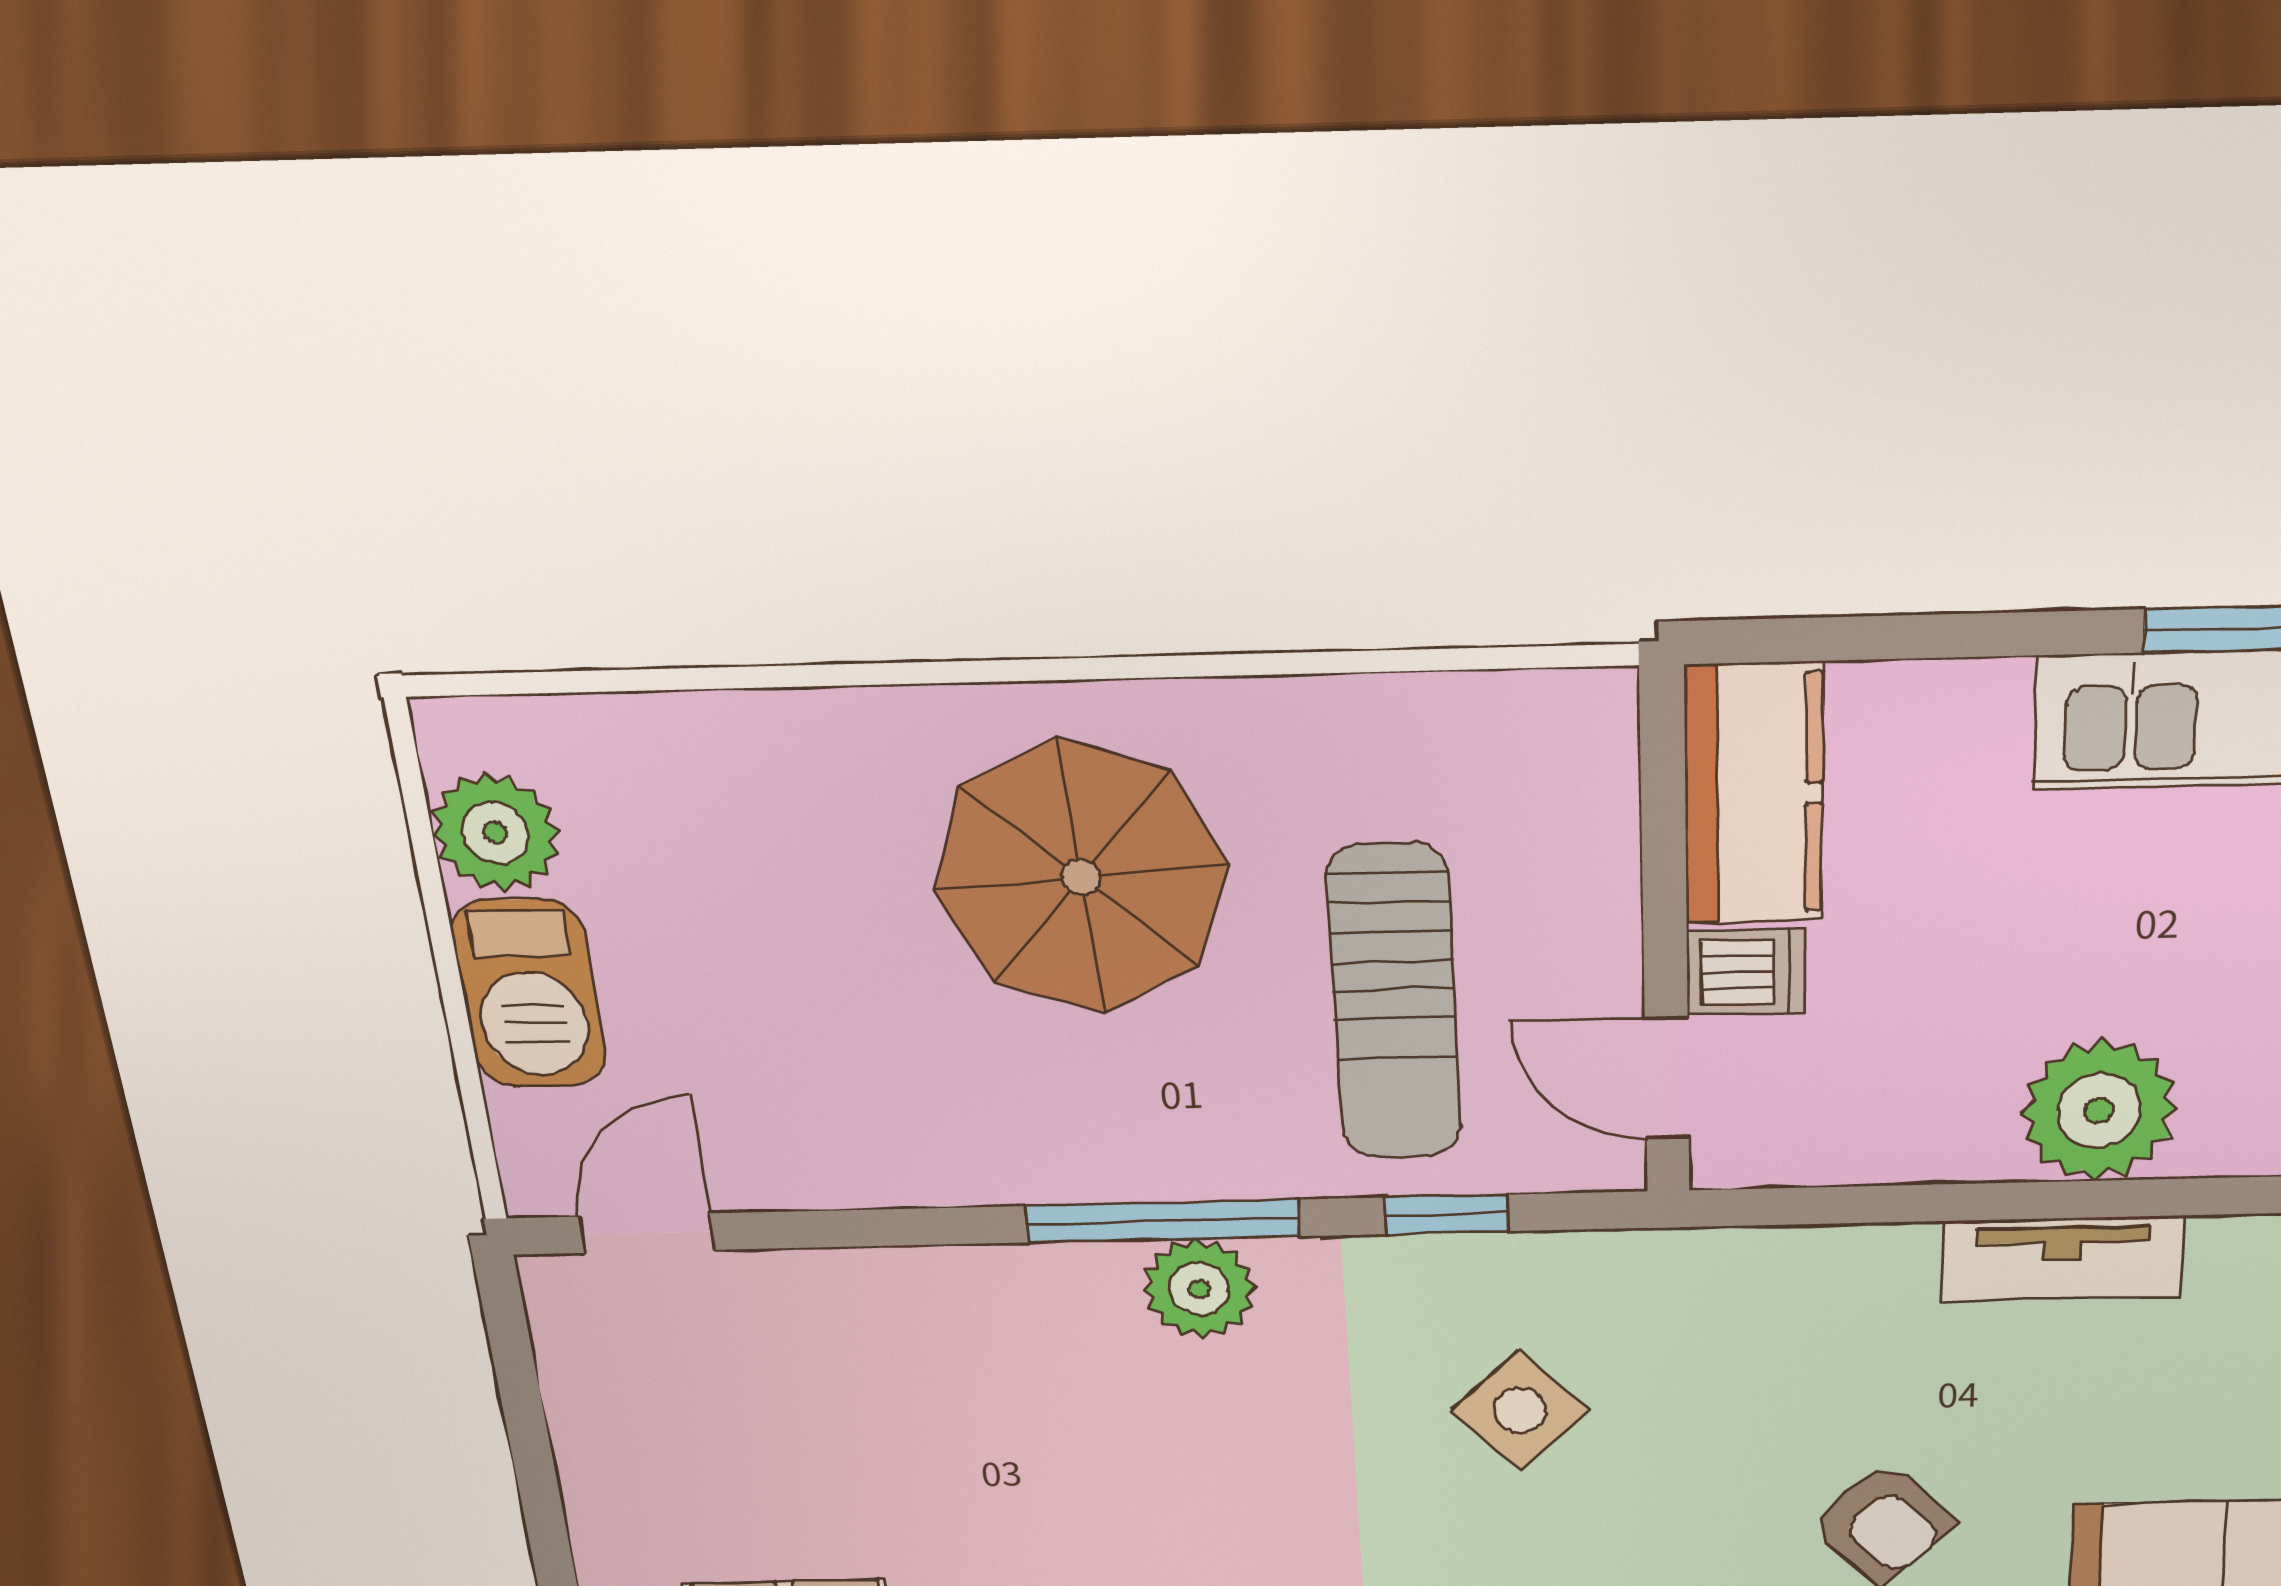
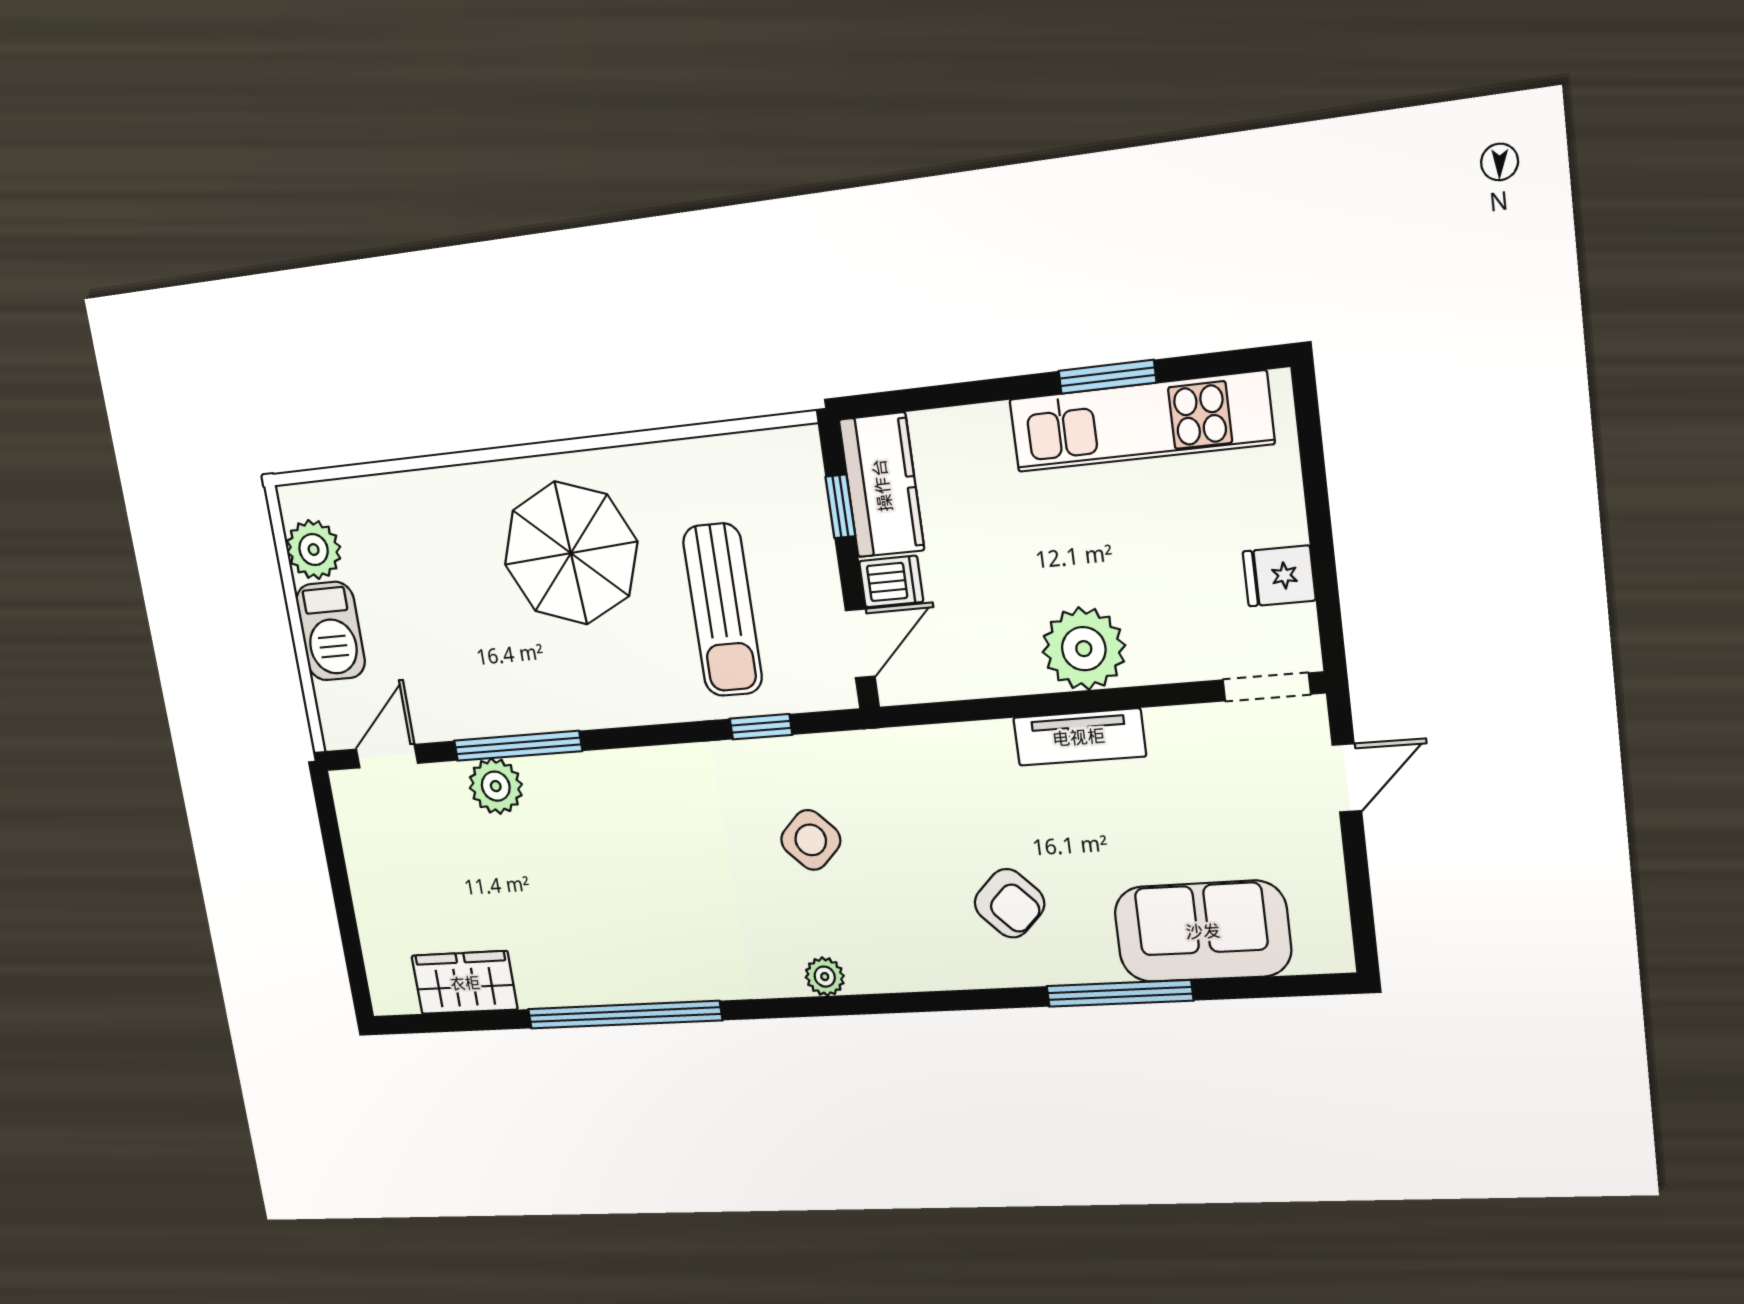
window: (1664, 828) -> (840, 506), added
door: (1667, 1078) -> (860, 643), swing flipped
window: (1162, 1221) -> (518, 746), moved
plant: (1199, 1289) -> (496, 786), moved

